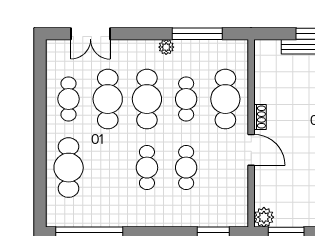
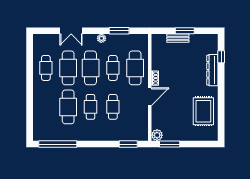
double door: (90, 34) -> (71, 31), moved
window: (197, 34) -> (119, 31), width x0.69
door: (251, 150) -> (150, 97), hinge flipped
cafe table: (69, 168) -> (68, 107), moved

